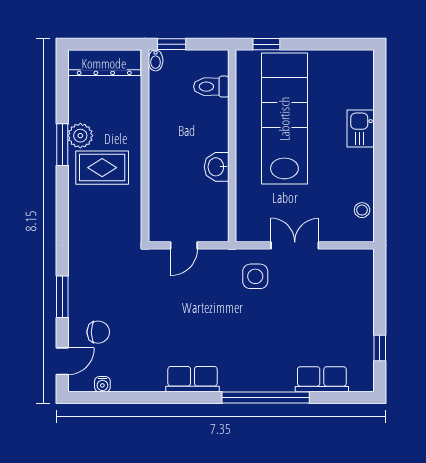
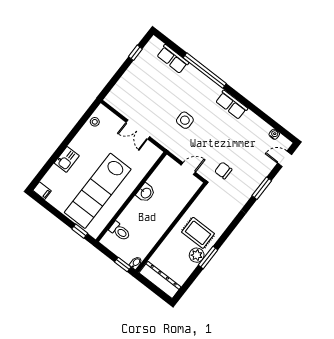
filing cabinet: (361, 60) -> (42, 191), added
side table: (255, 276) -> (185, 120), moved
chair: (98, 332) -> (223, 170), moved

